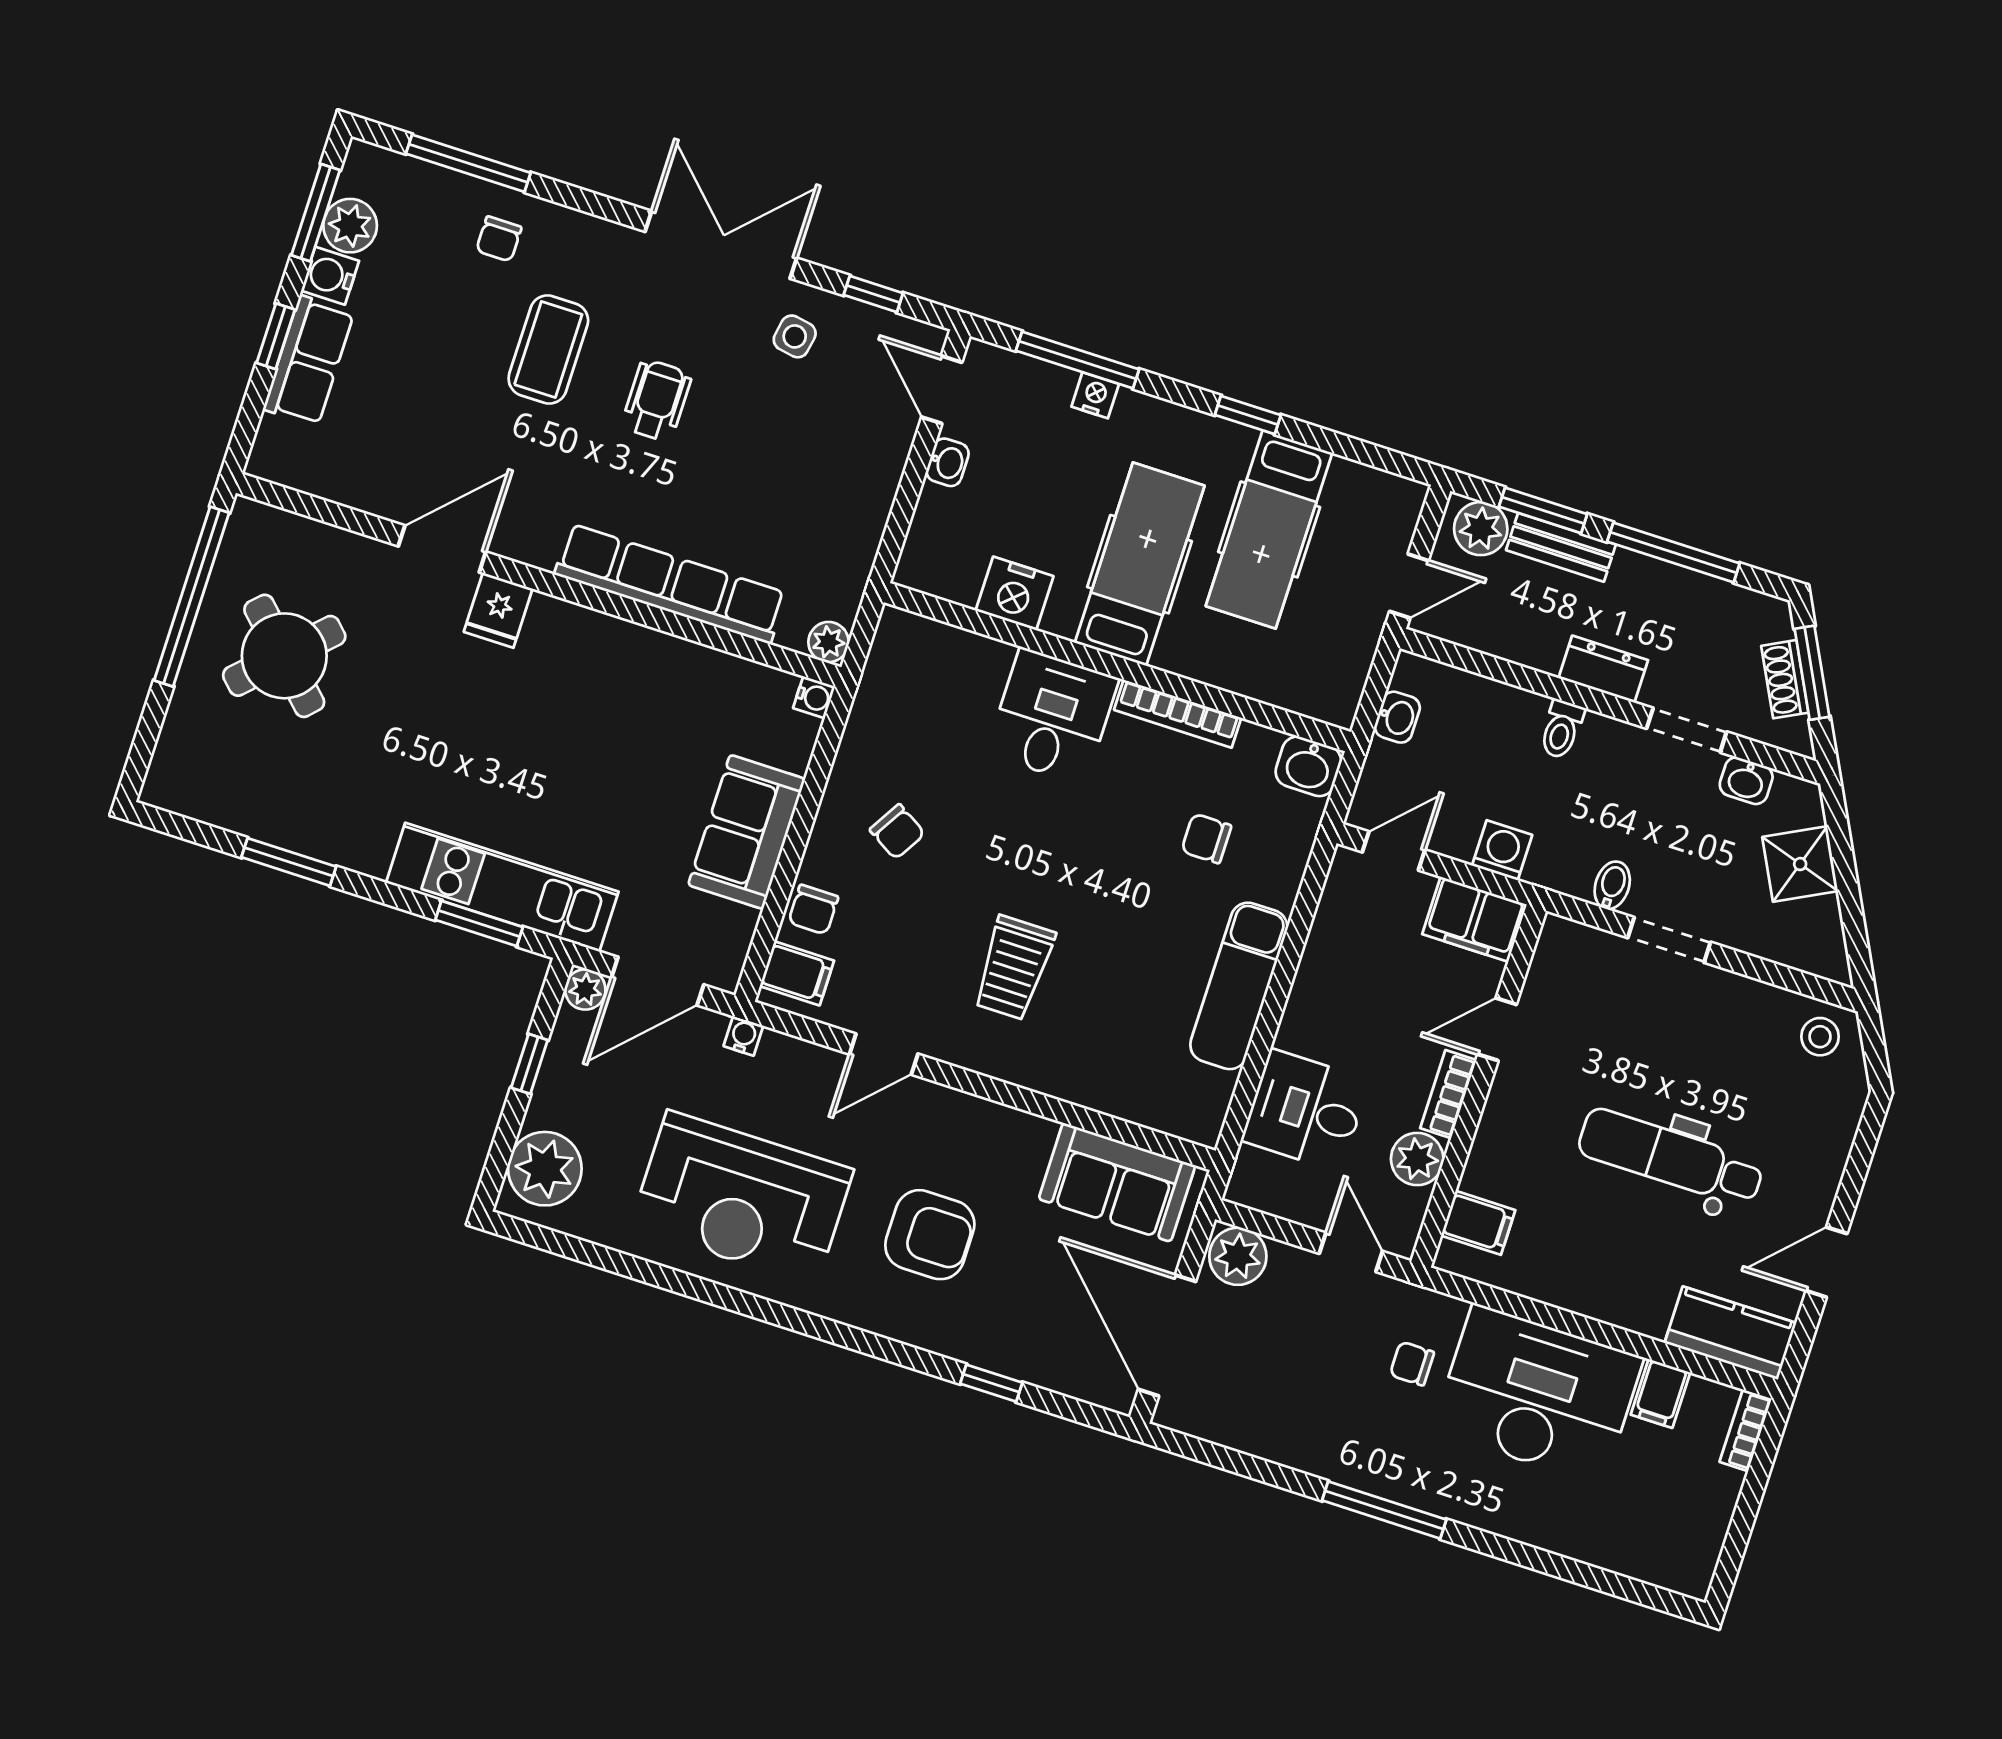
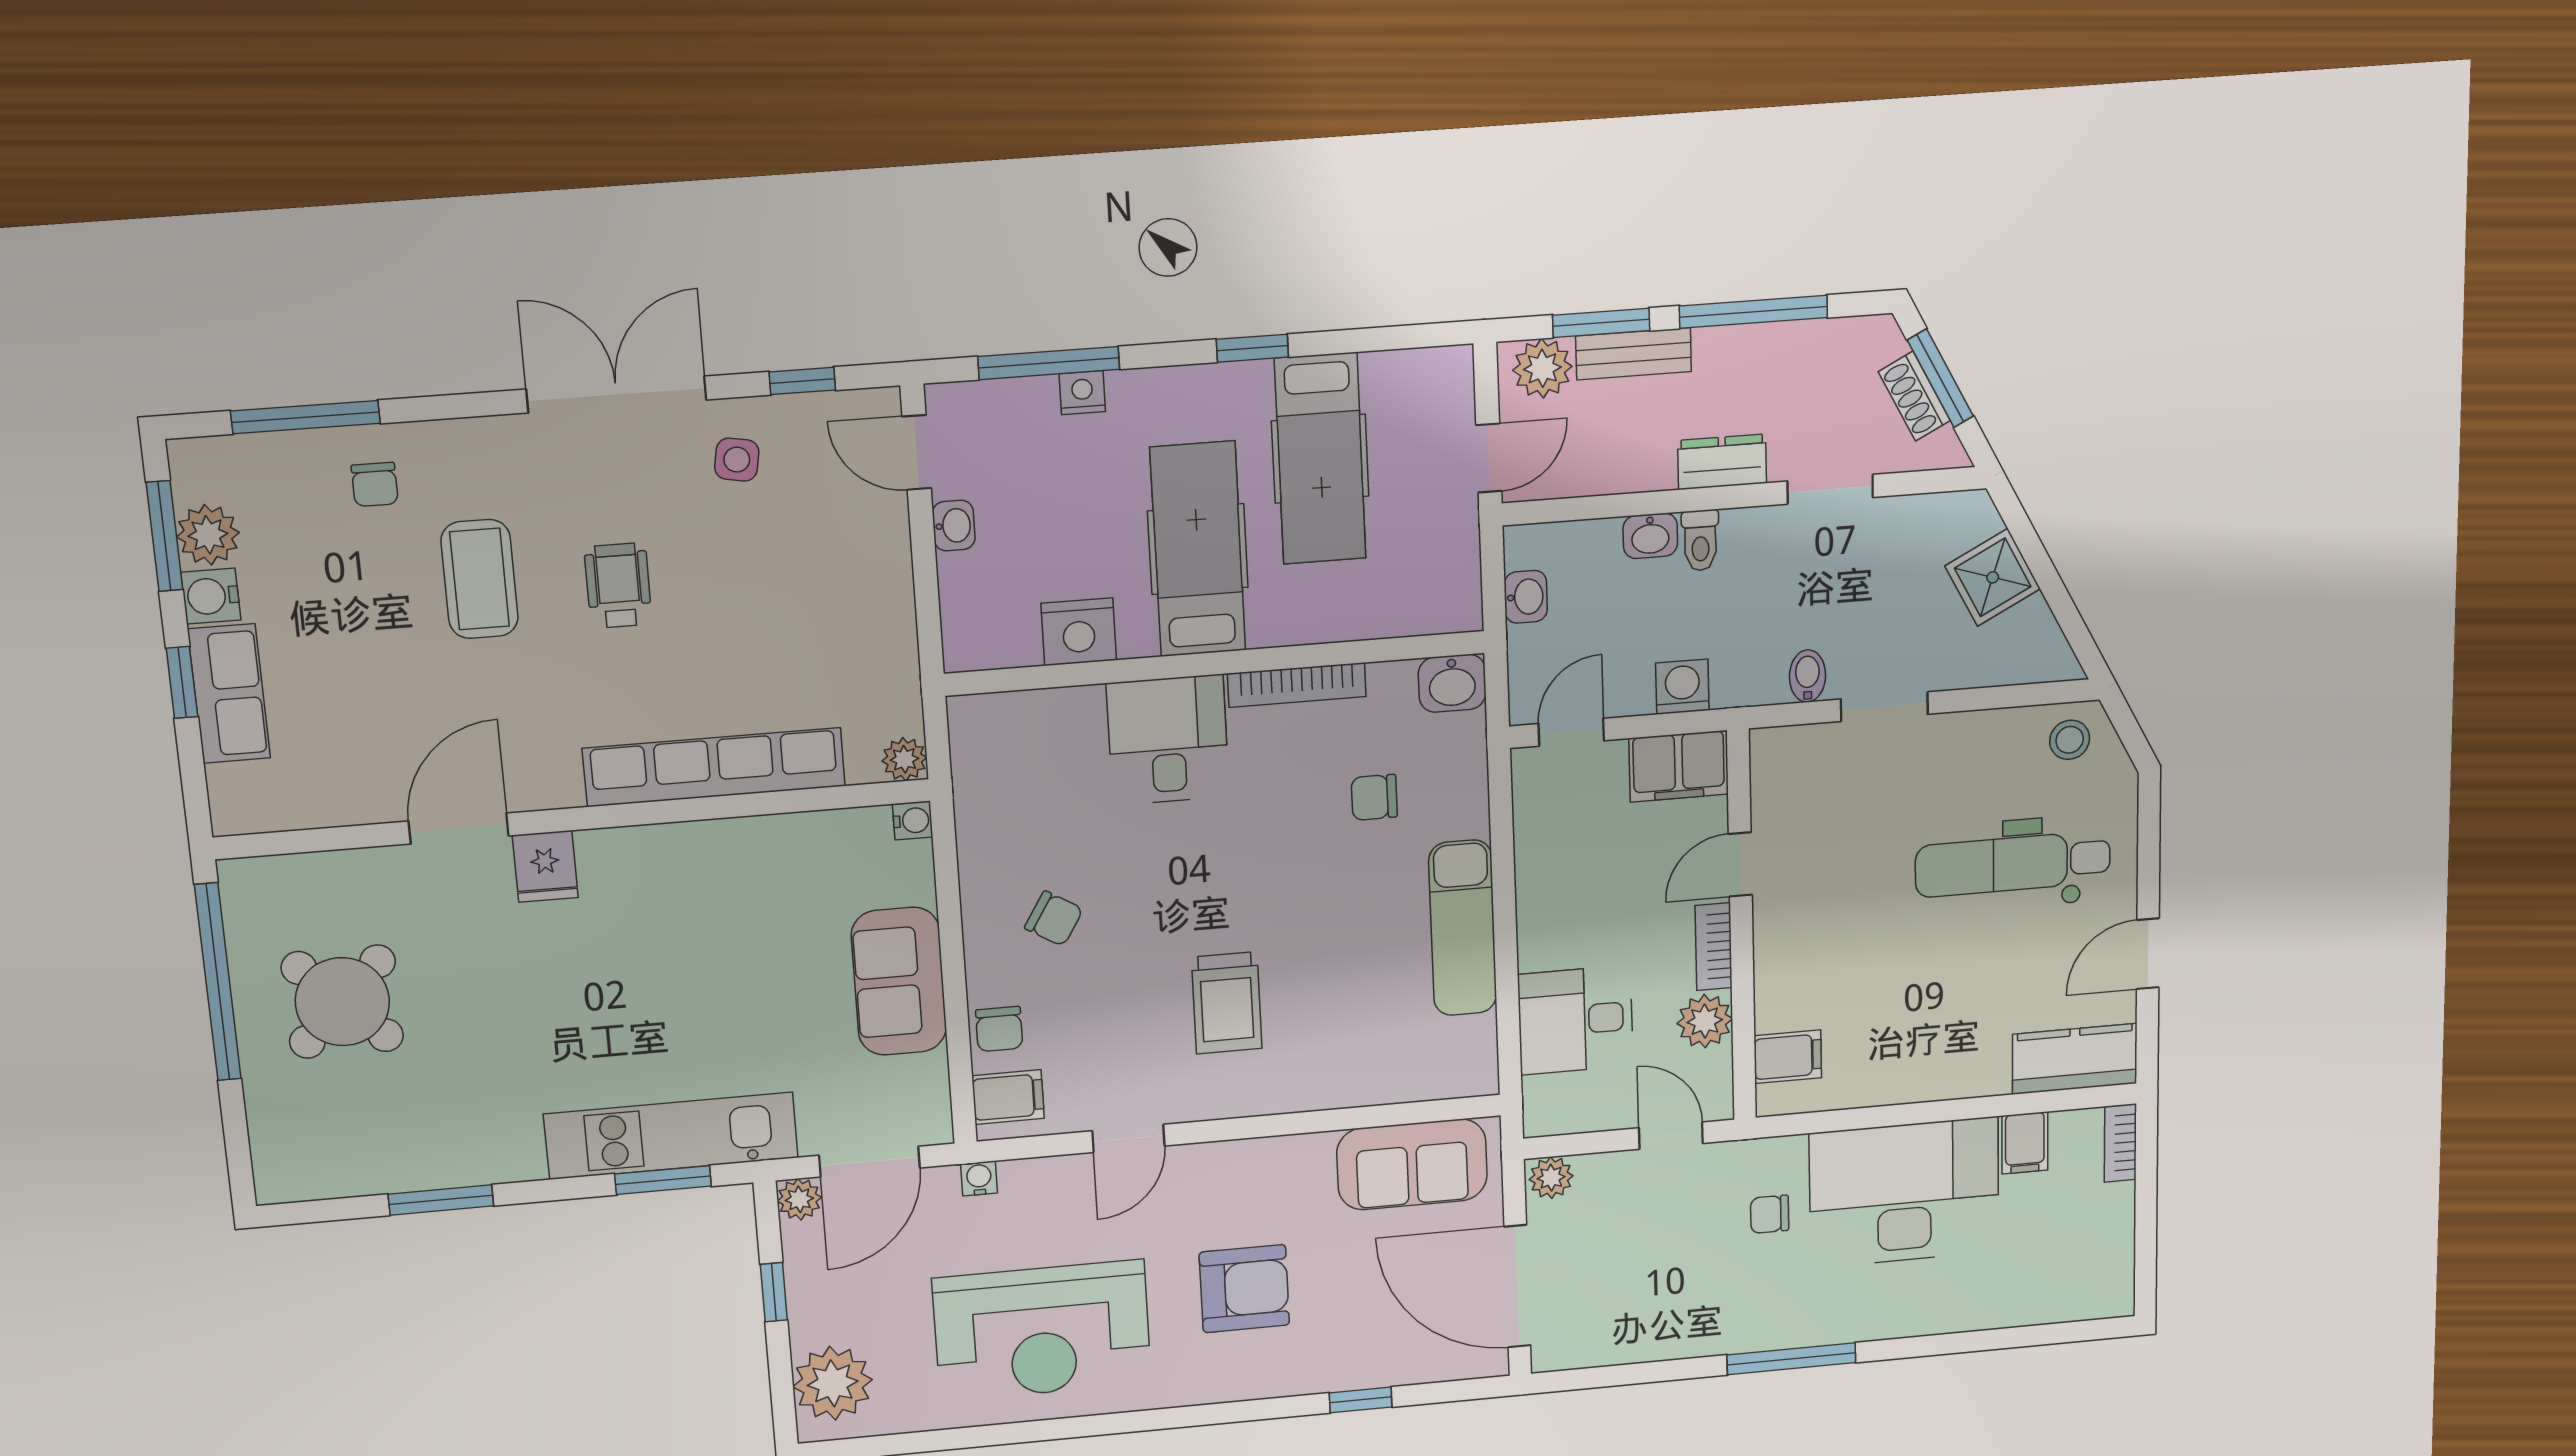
washbasin: (1746, 781) -> (1650, 536), moved
dental chair: (1671, 1157) -> (2013, 864), moved
plant: (1238, 1256) -> (1551, 1178), width x0.73, depth x0.73

